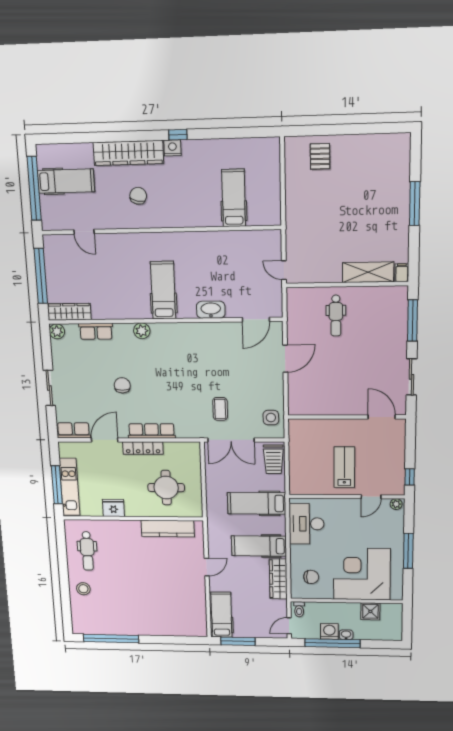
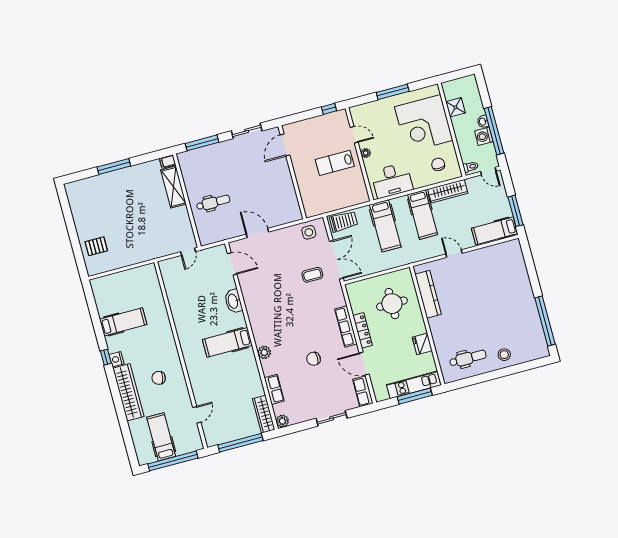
hospital bed: (234, 198) -> (123, 322), moved, turned 180
plant: (396, 504) -> (366, 153), moved

